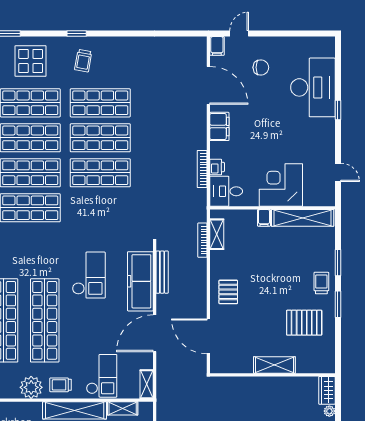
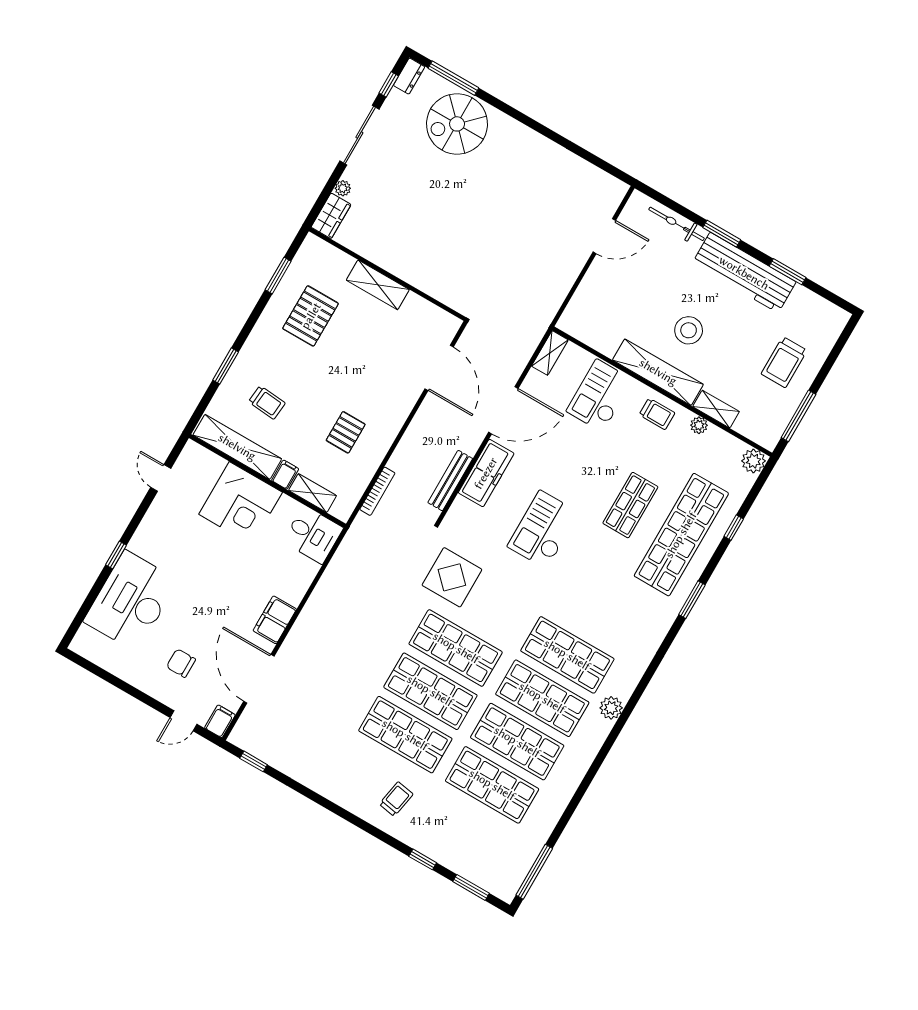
window: (77, 34) -> (423, 859), moved
window: (183, 34) -> (254, 761), added
display table: (31, 61) -> (452, 577), moved
printer: (217, 167) -> (307, 571), removed
bookcase: (202, 169) -> (327, 580), removed
shelving: (217, 234) -> (313, 493), moved, turned 90
freezer: (140, 281) -> (486, 473), width x0.73, depth x0.79
trolley: (321, 283) -> (267, 402), moved, turned -85
pallet: (228, 292) -> (346, 432), moved
window: (338, 304) -> (278, 276), moved
shop shelf: (45, 320) -> (630, 505), width x0.50, depth x0.74
pallet: (304, 323) -> (311, 316), turned 90
plant: (31, 387) -> (699, 425), width x0.53, depth x0.53
shelving: (123, 408) -> (716, 409), moved

